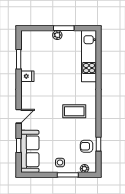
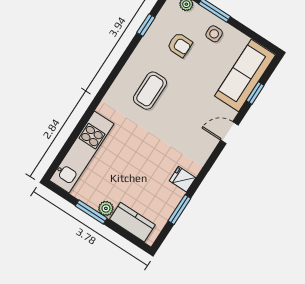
kitchen counter: (39, 37) -> (132, 222), added
coffee table: (74, 111) -> (150, 91), turned 90
armchair: (87, 146) -> (180, 45), moved

